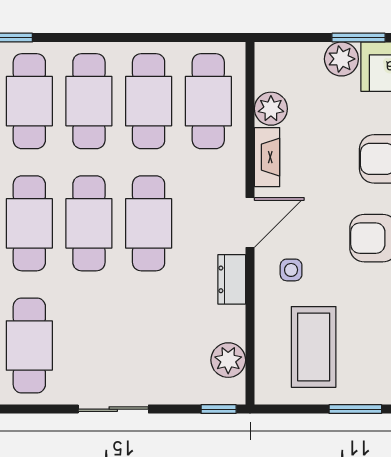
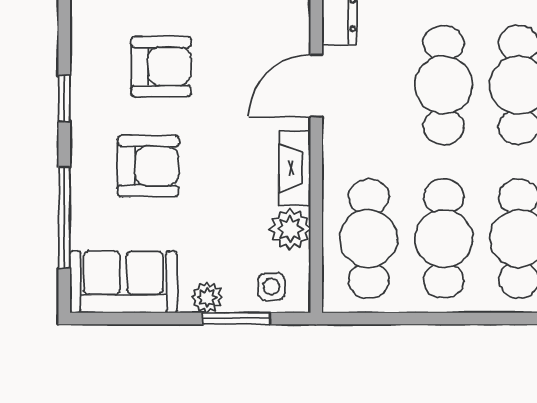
window: (359, 38) -> (237, 318), moved
plant: (341, 59) -> (207, 297), width x0.73, depth x0.73
side table: (291, 270) -> (271, 287), moved

